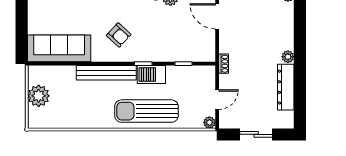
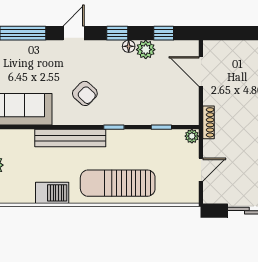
shoe rack: (224, 64) -> (209, 122), width x1.43
barbecue: (151, 74) -> (52, 193), moved, turned 180
plant: (209, 123) -> (192, 136), moved

